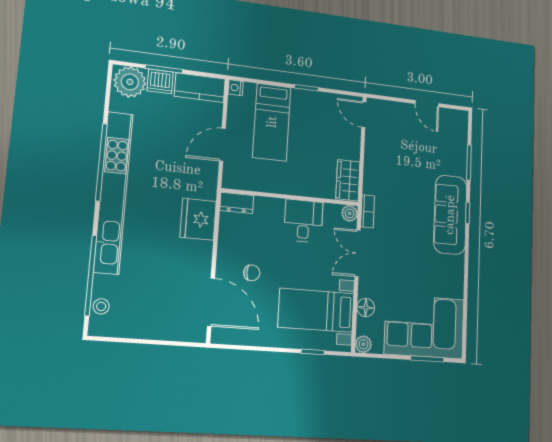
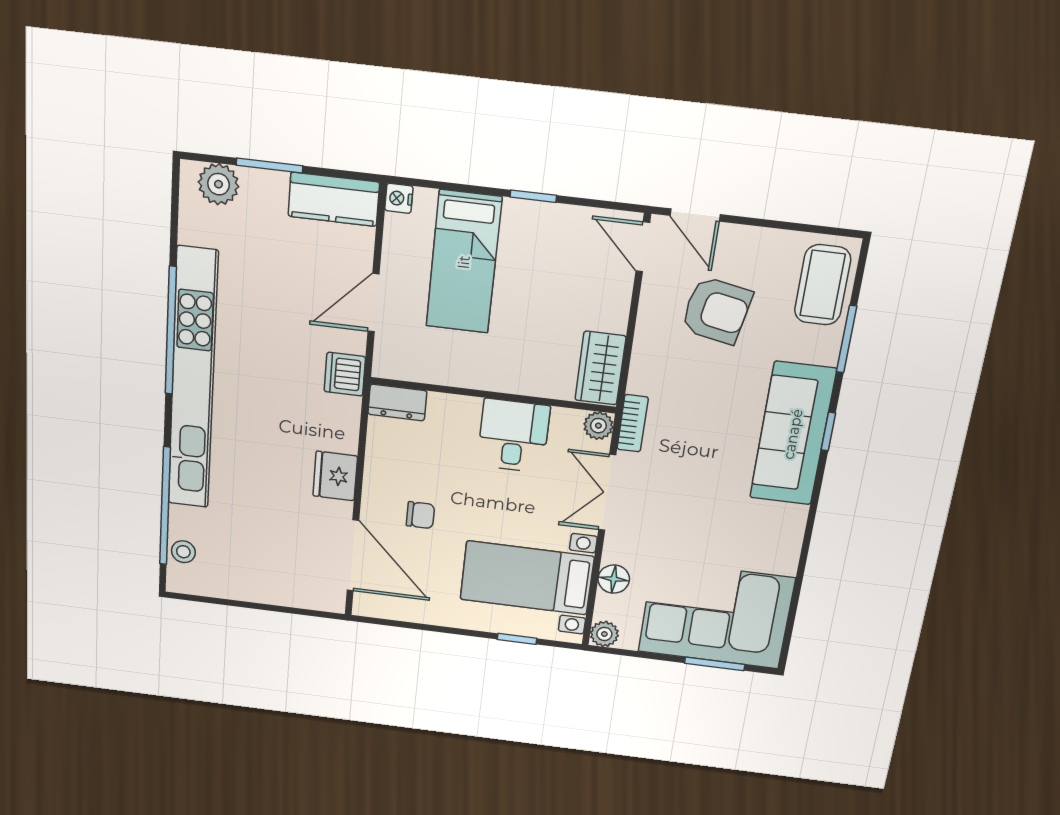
dishwasher: (160, 81) -> (345, 374), moved, turned 90
plant: (130, 82) -> (219, 184), width x0.73, depth x0.73
door: (427, 104) -> (695, 215), moved
coffee table: (453, 134) -> (823, 285), added
armchair: (404, 148) -> (716, 310), added
fridge: (198, 219) -> (335, 476), moved, width x0.73, depth x0.75

